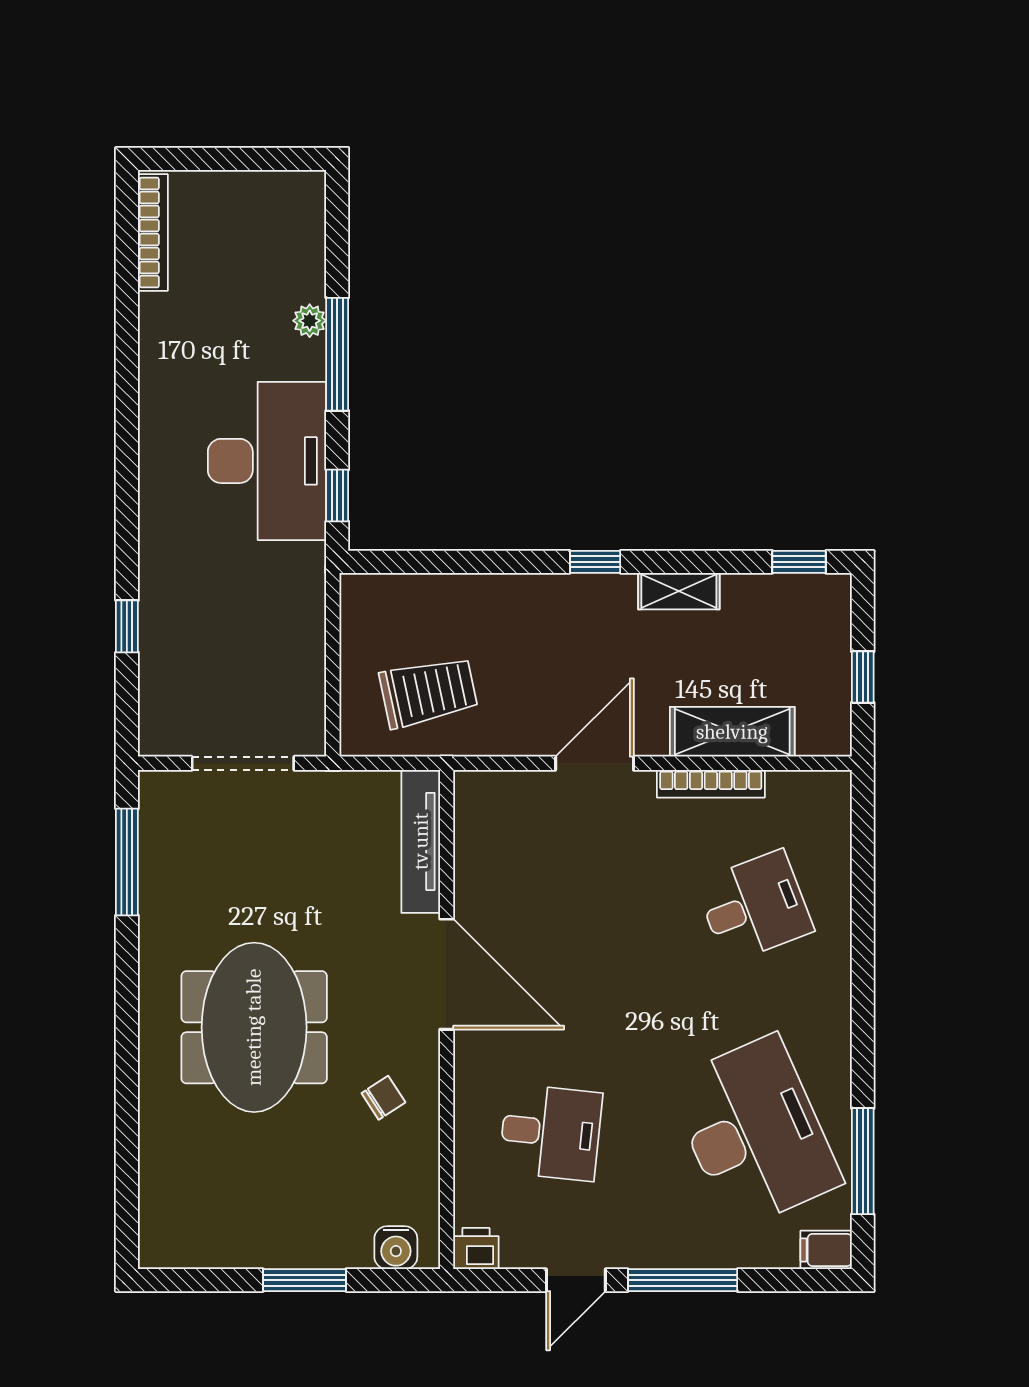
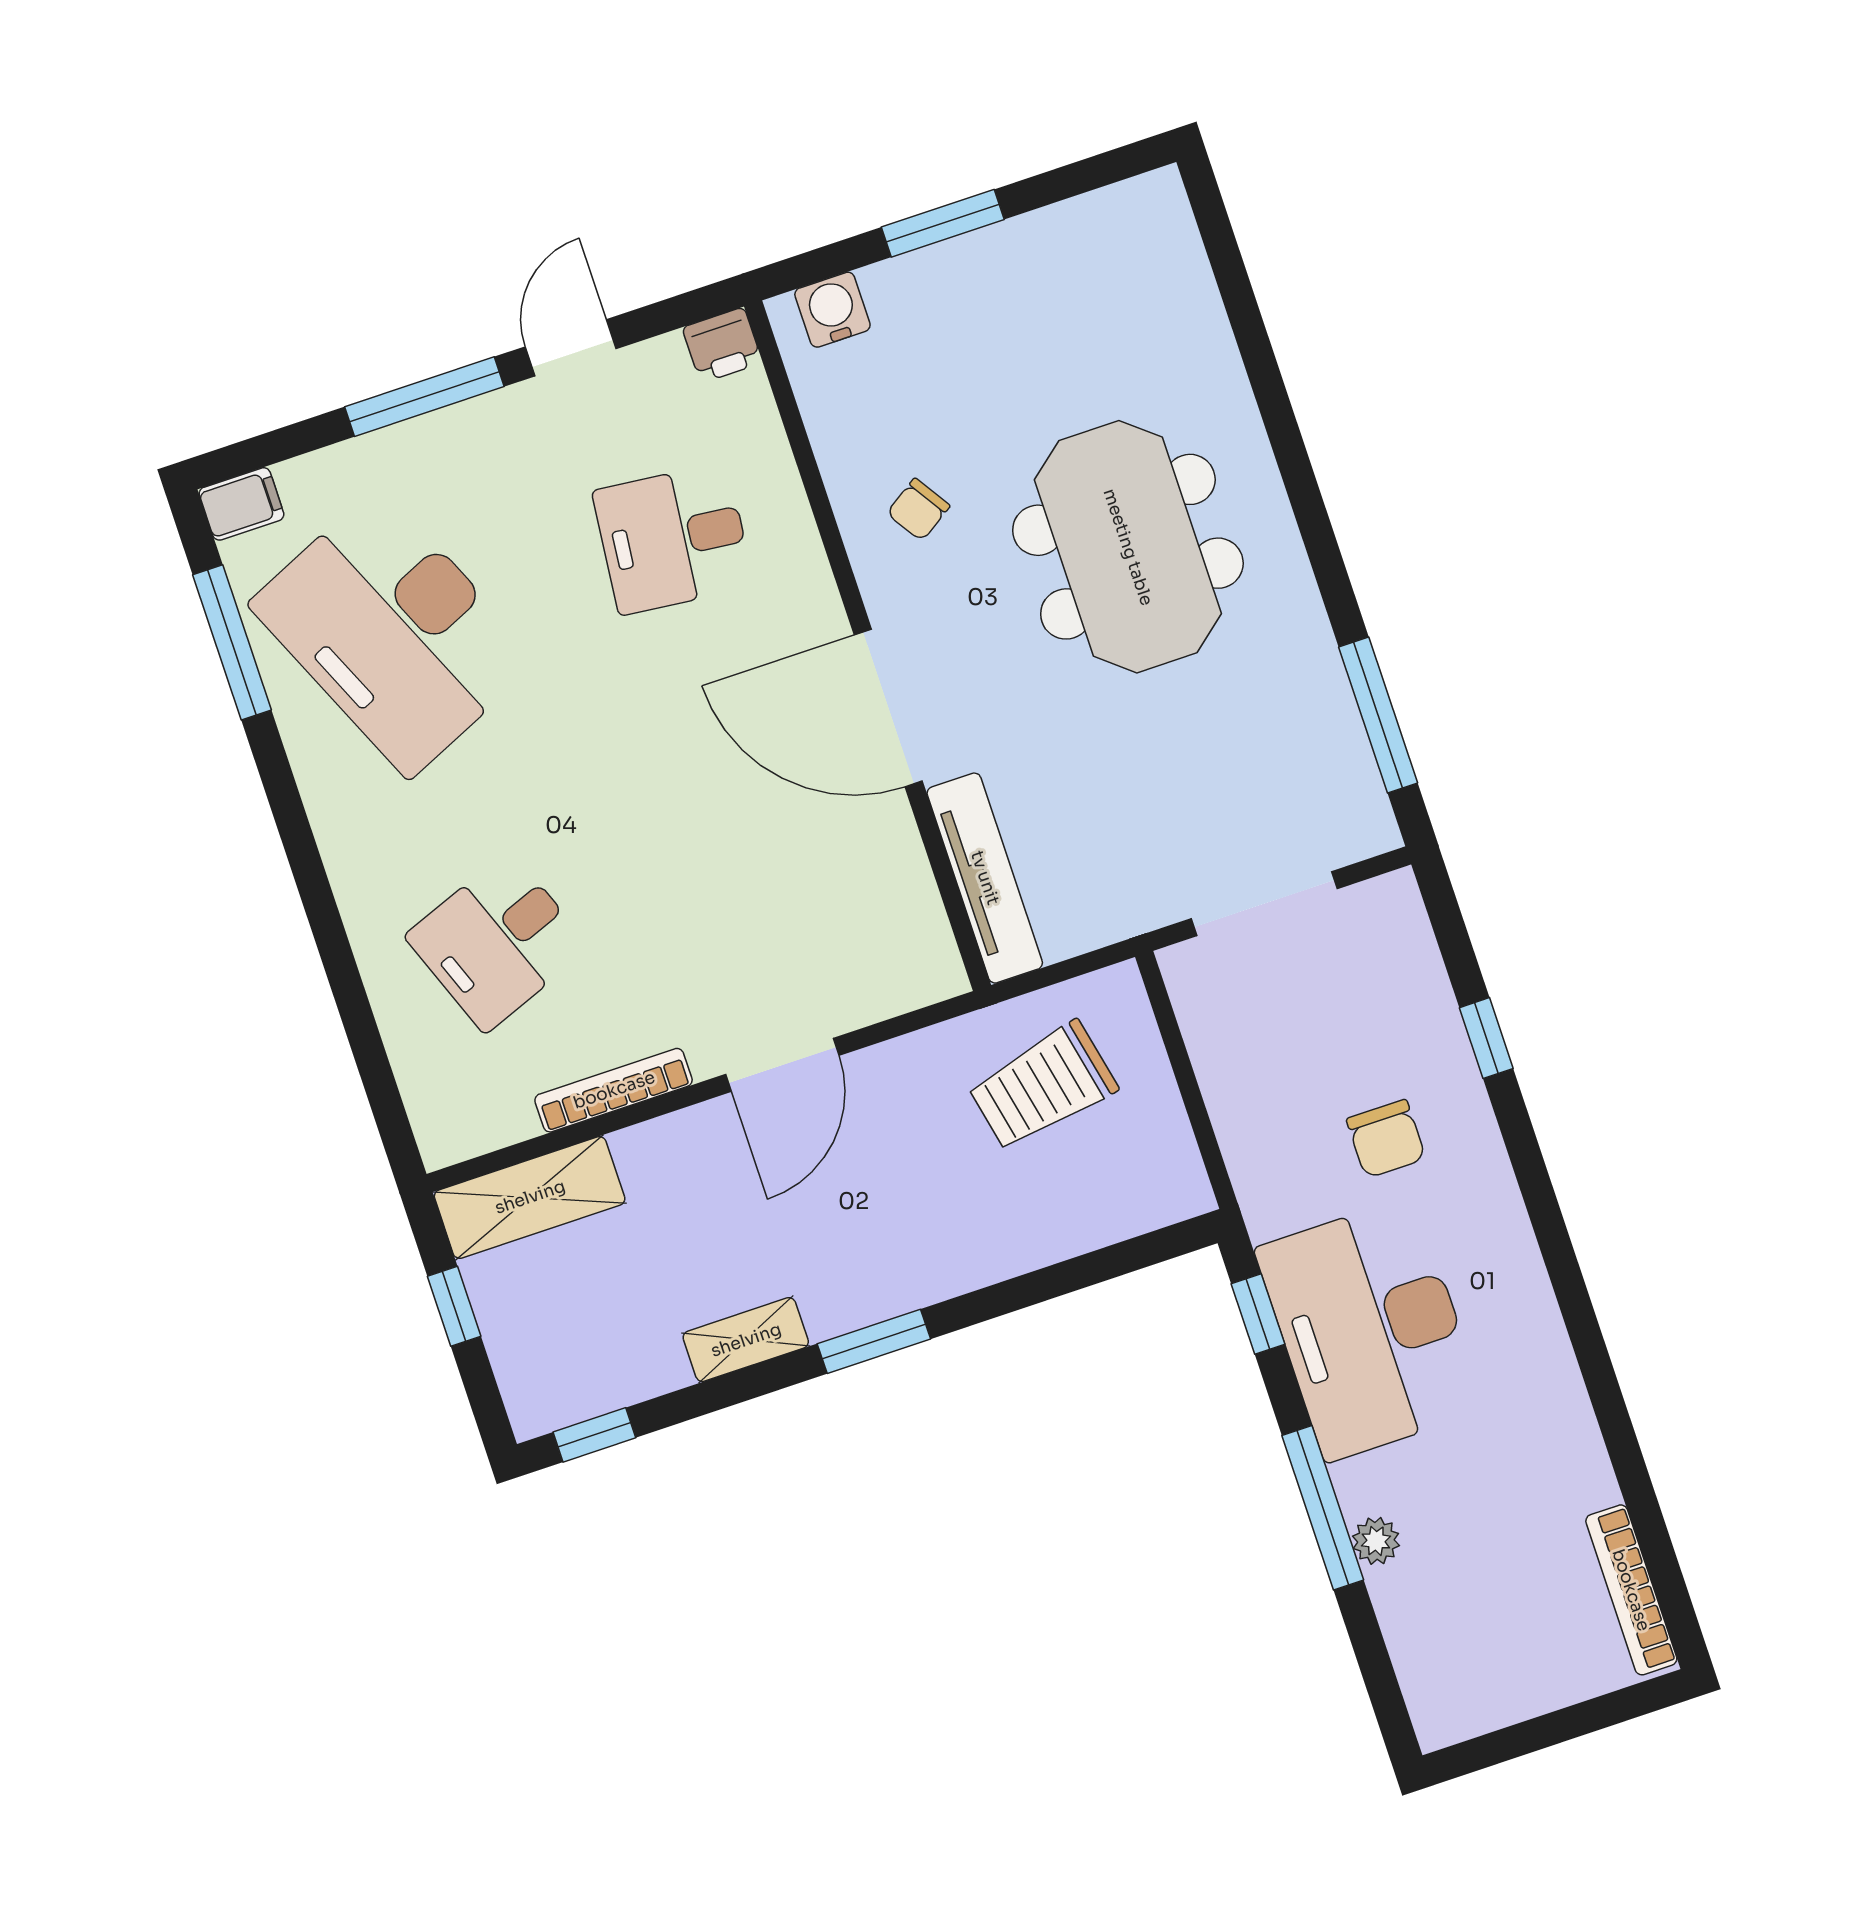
window: (595, 562) -> (874, 1341), width x1.50
chair: (215, 582) -> (1386, 1139), added
shelving: (732, 732) -> (530, 1197), moved

